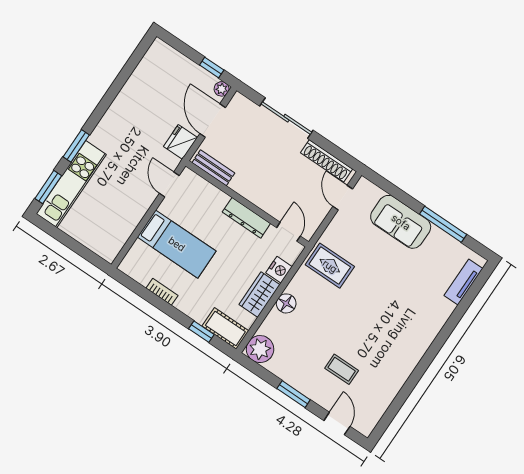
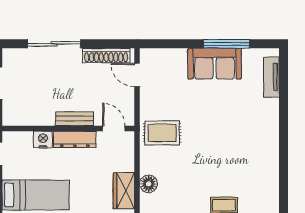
bench: (213, 168) -> (75, 119), moved
sofa: (401, 222) -> (215, 64), moved
nightstand: (279, 270) -> (43, 140), moved, turned -90

